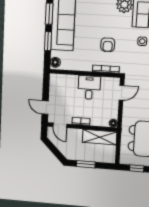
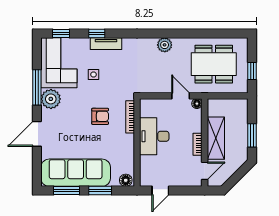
desk: (89, 88) -> (154, 136), width x1.37
door: (121, 93) -> (181, 96), moved
door: (45, 108) -> (160, 191), moved
shelving: (100, 137) -> (216, 138), moved

